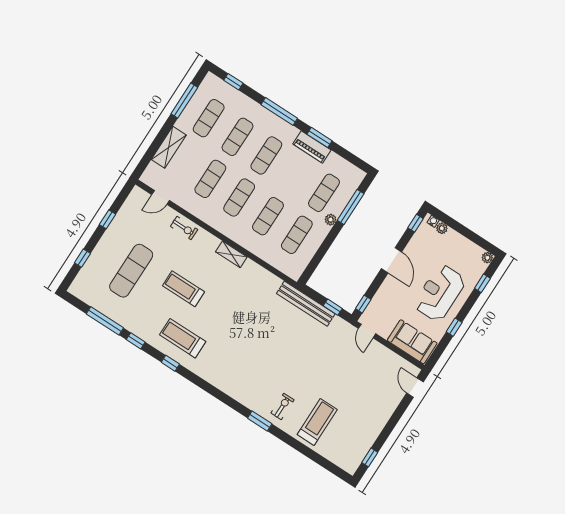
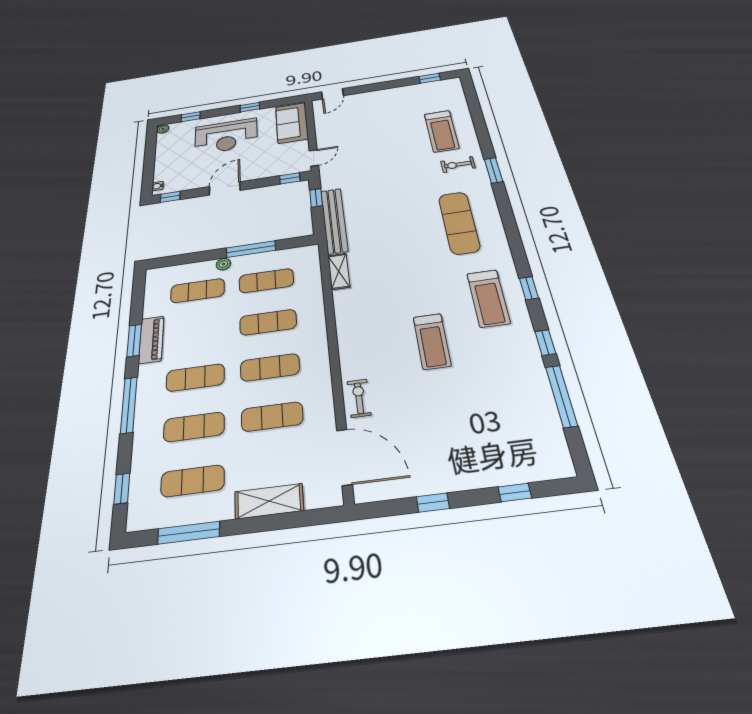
door: (161, 197) -> (344, 457), width x1.88
window: (351, 207) -> (251, 249), moved
plant: (442, 228) -> (160, 176), removed
shelving: (231, 254) -> (339, 271), moved
exercise mat: (131, 271) -> (459, 223), moved, turned 90
treadmill: (317, 422) -> (442, 131), turned -90

